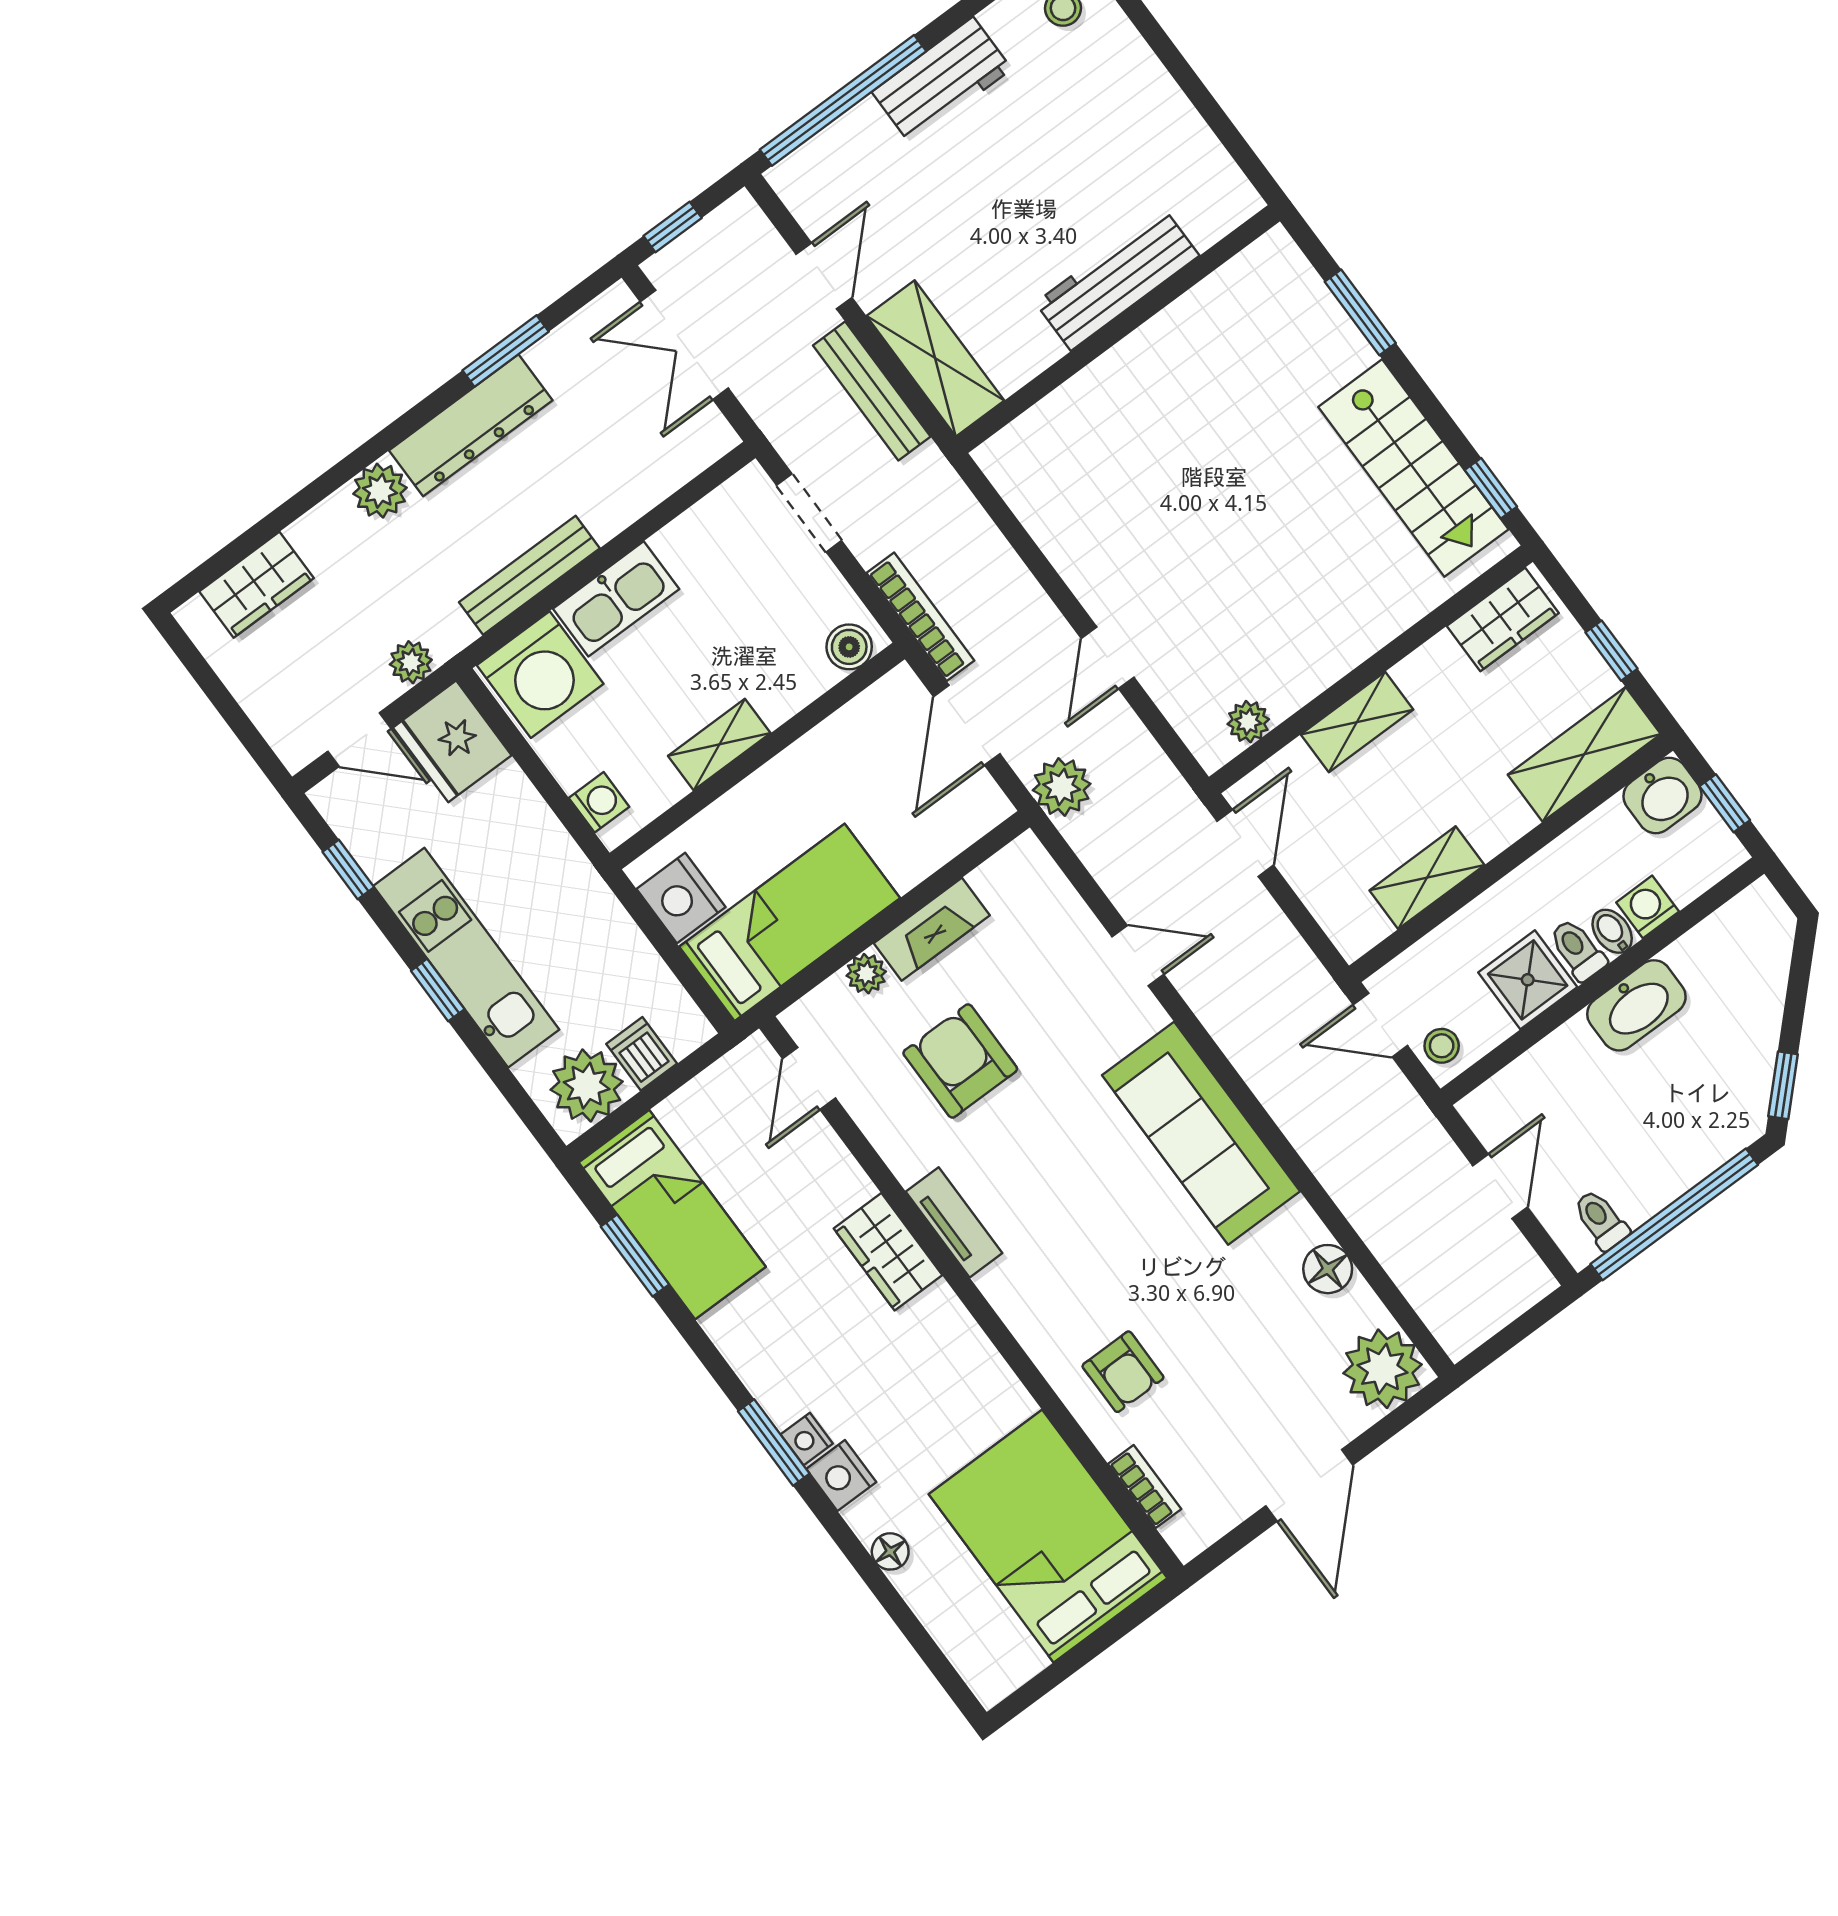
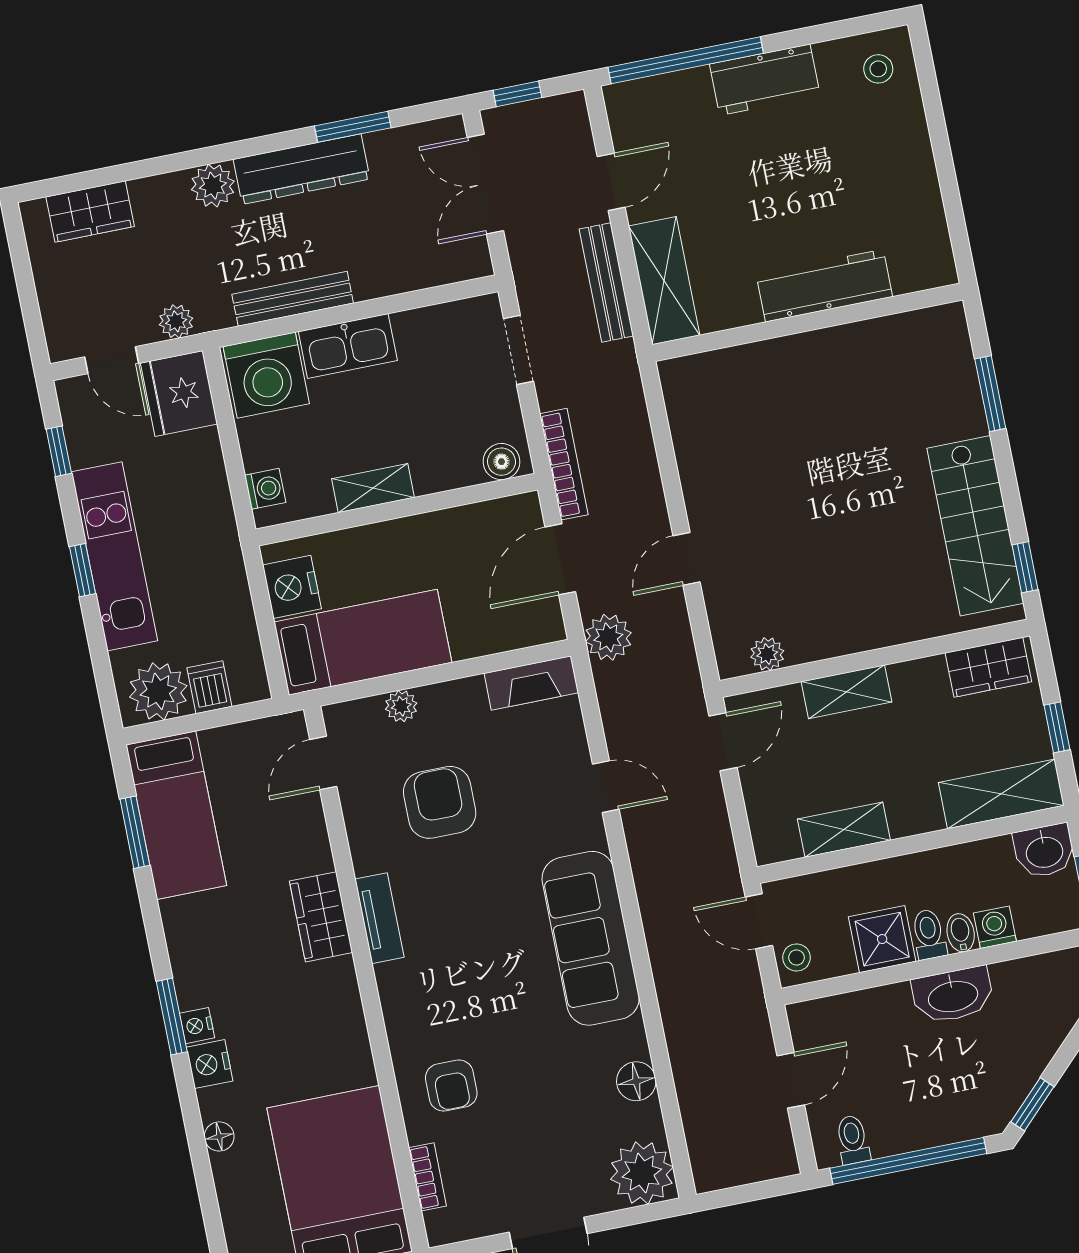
fireplace: (932, 929) -> (531, 683), moved

